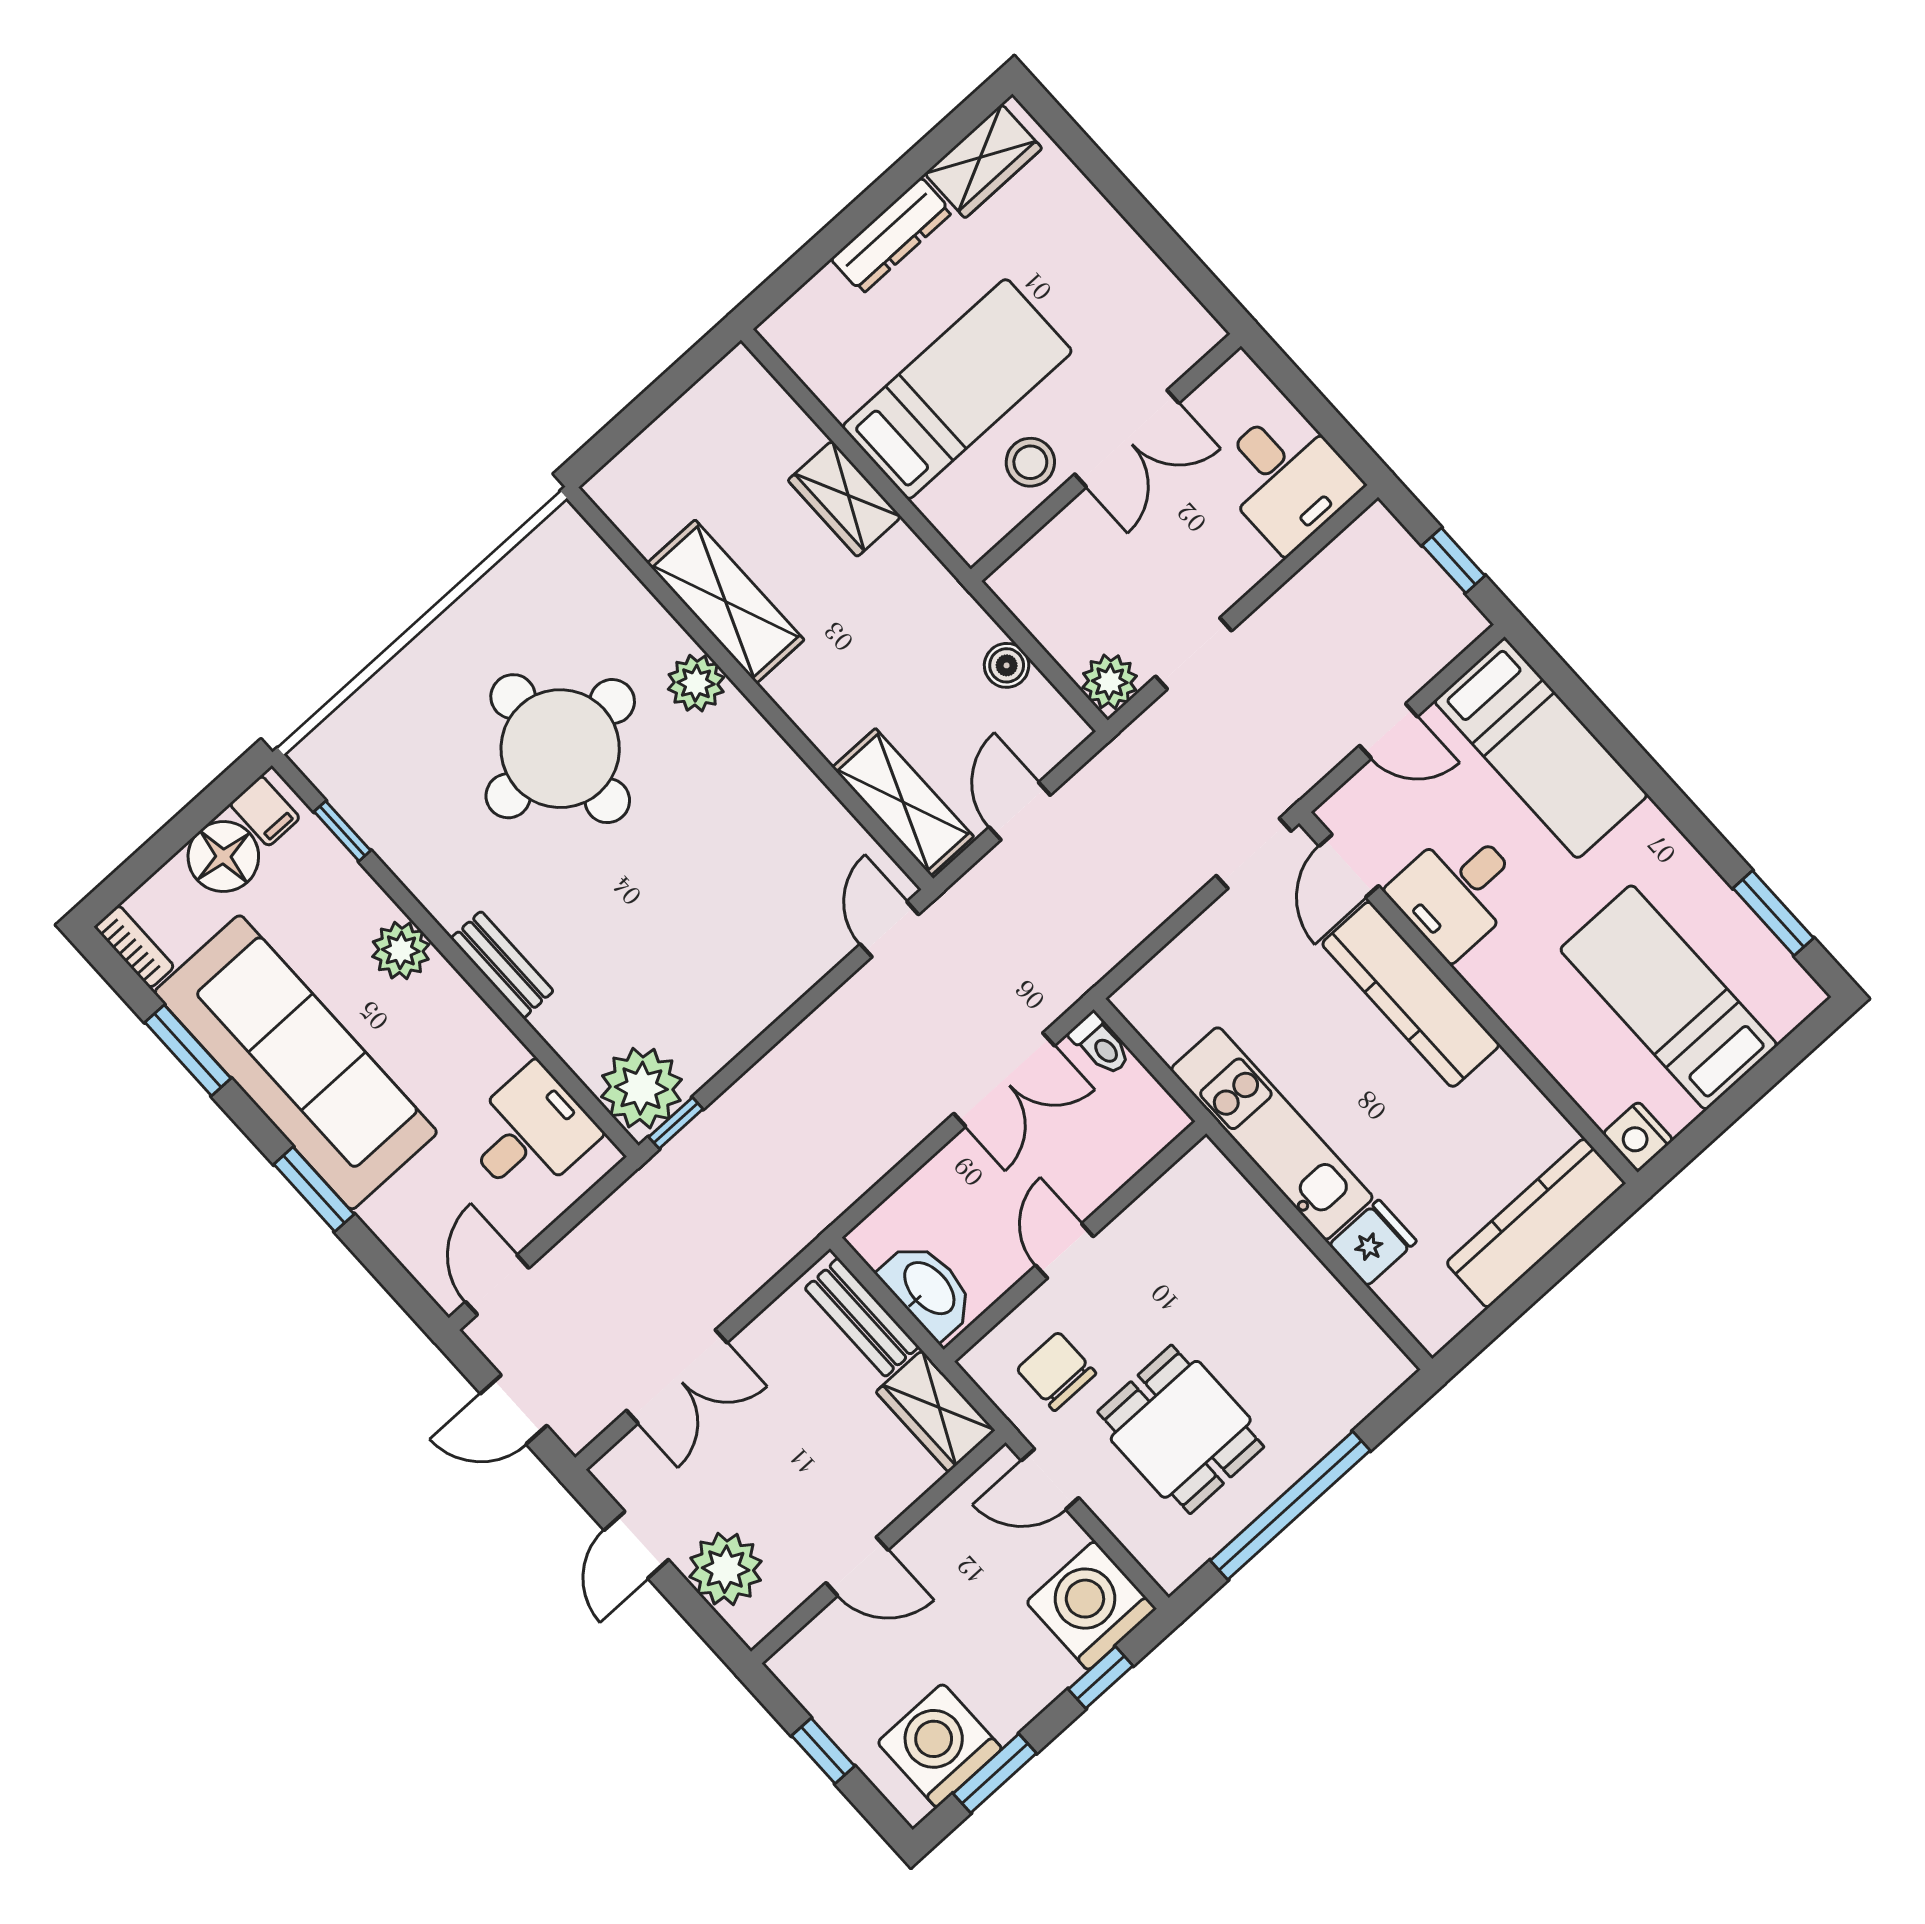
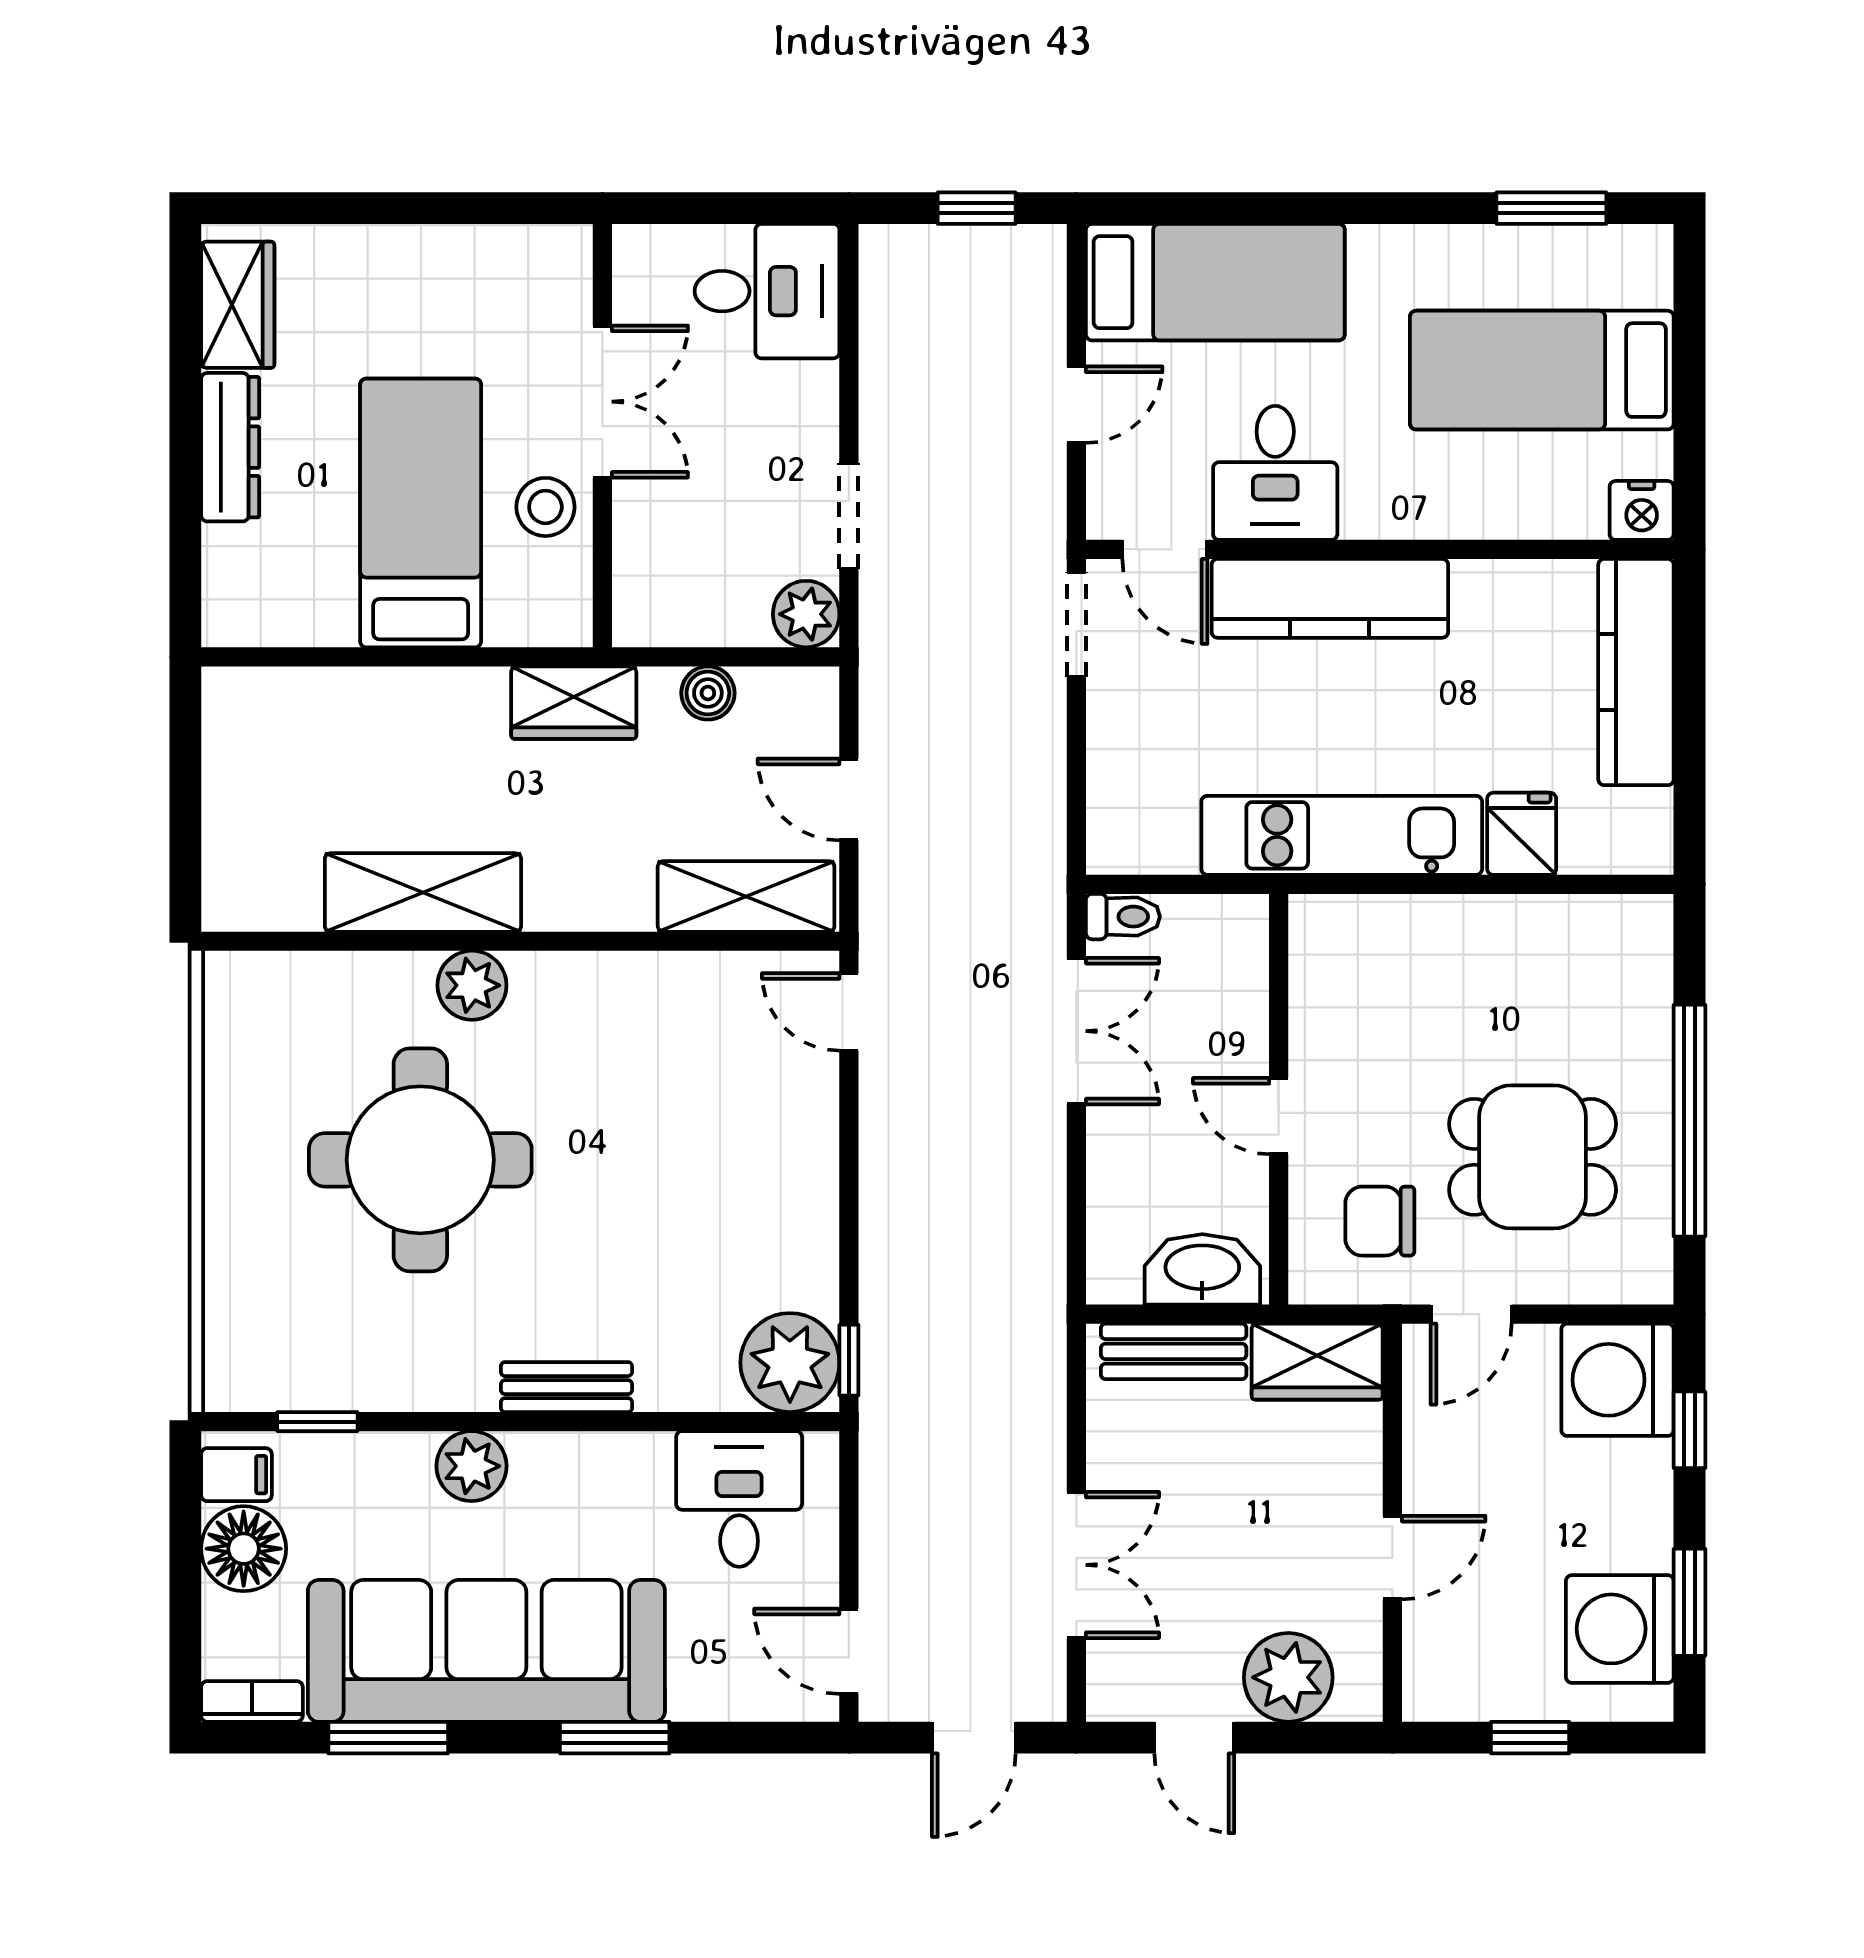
wardrobe: (845, 499) -> (574, 703), moved

